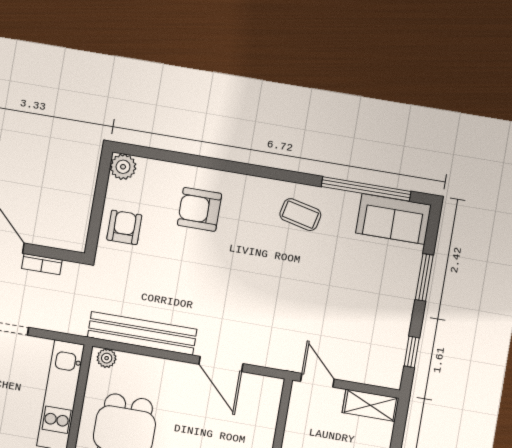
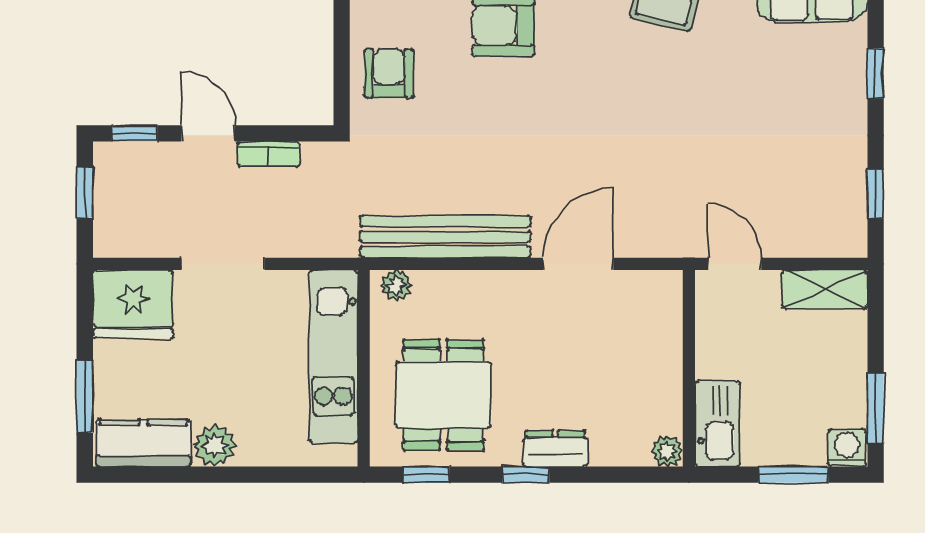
window: (424, 277) -> (876, 73), width x0.67
door: (221, 364) -> (578, 264), swing flipped

